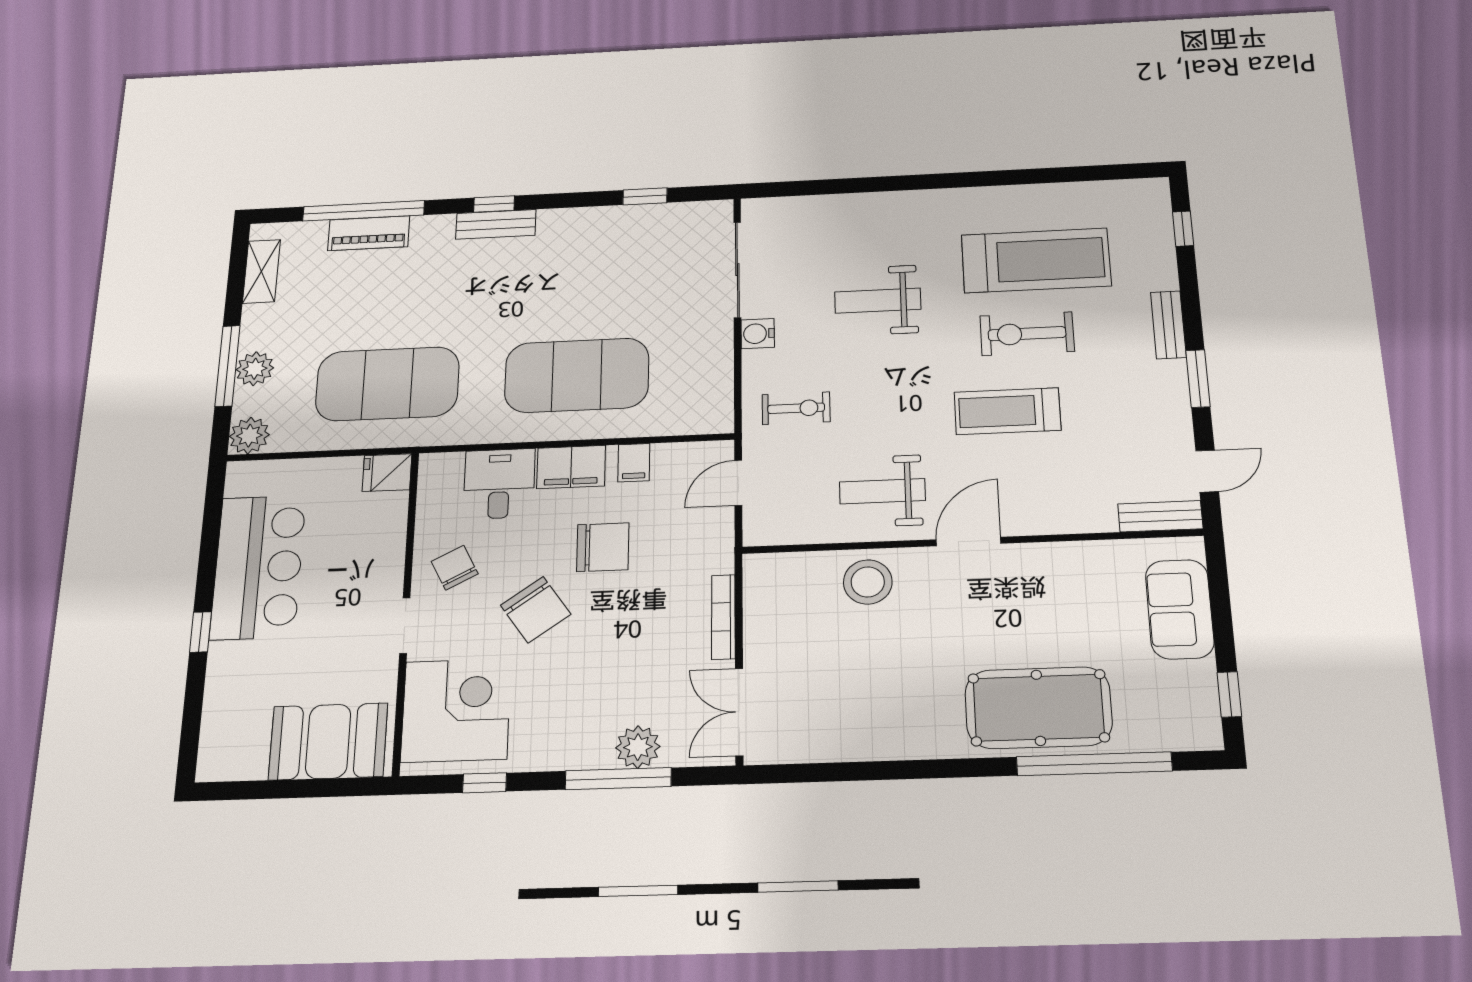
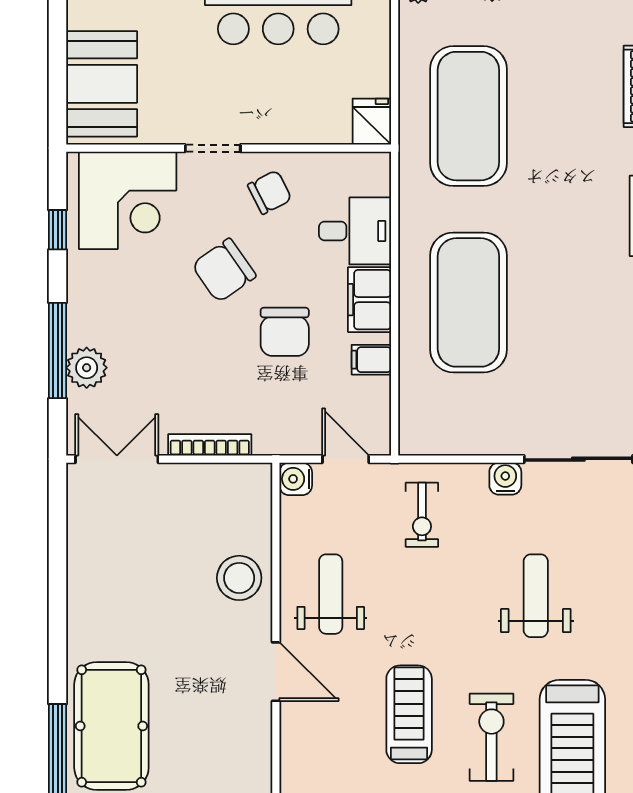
water cooler: (760, 530) -> (296, 479), added

